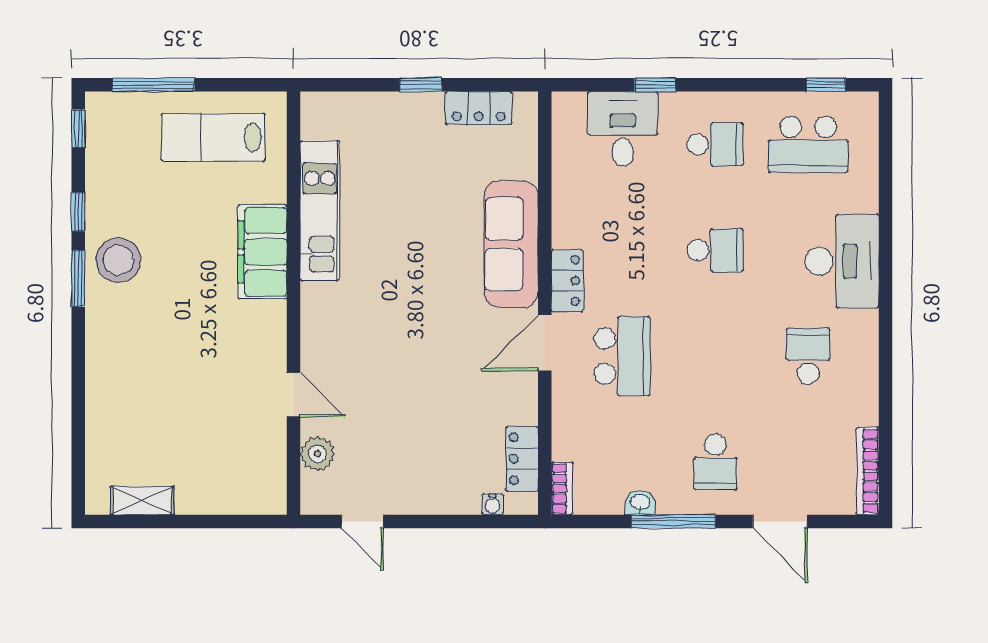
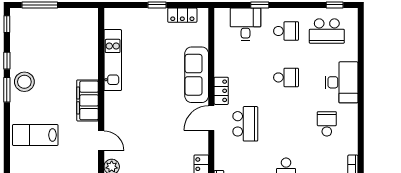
lab bench: (213, 137) -> (35, 135), moved
filing cabinet: (262, 252) -> (88, 100), moved

